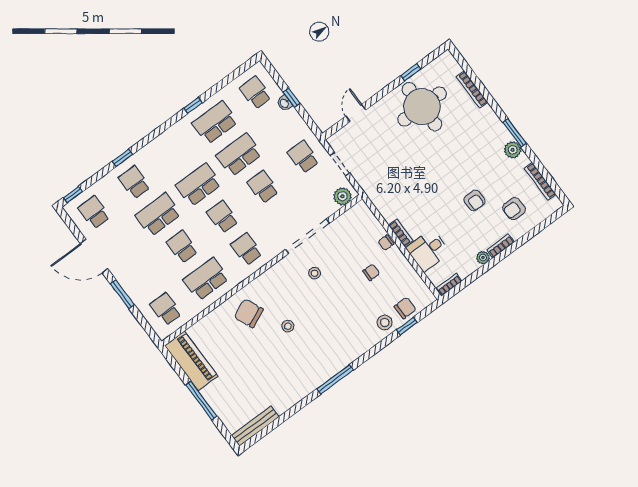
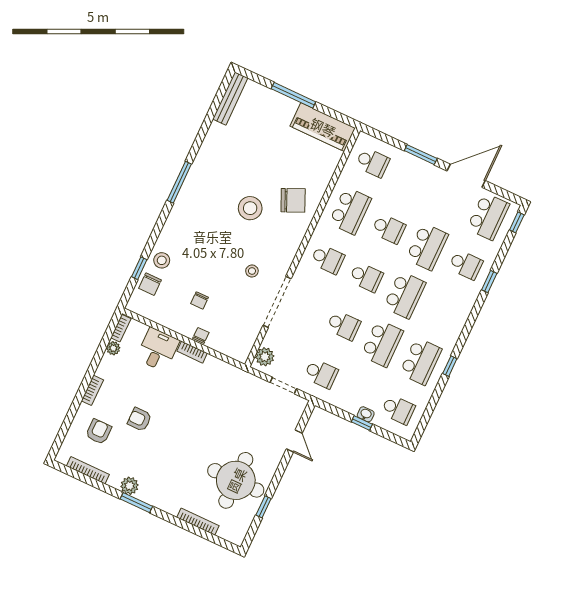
school desk: (94, 212) -> (488, 216), width x1.85
plant: (483, 258) -> (113, 348), moved
stool: (288, 326) -> (250, 208), width x1.89, depth x1.89

